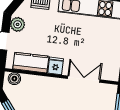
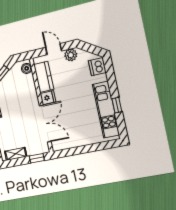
double door: (84, 79) -> (45, 124), width x1.37

